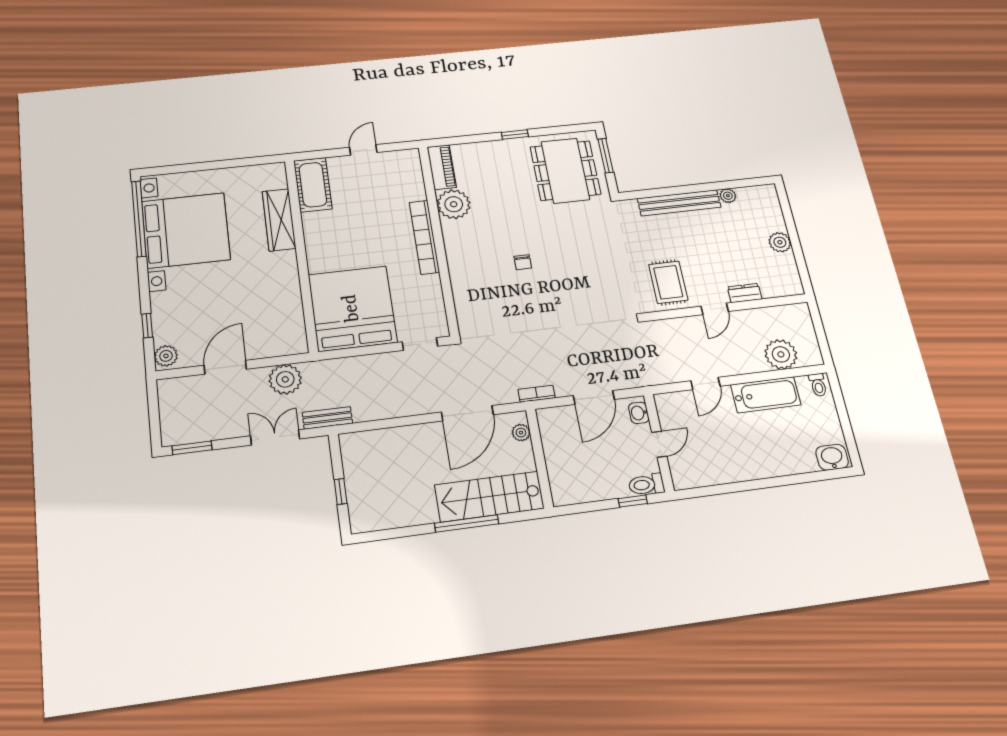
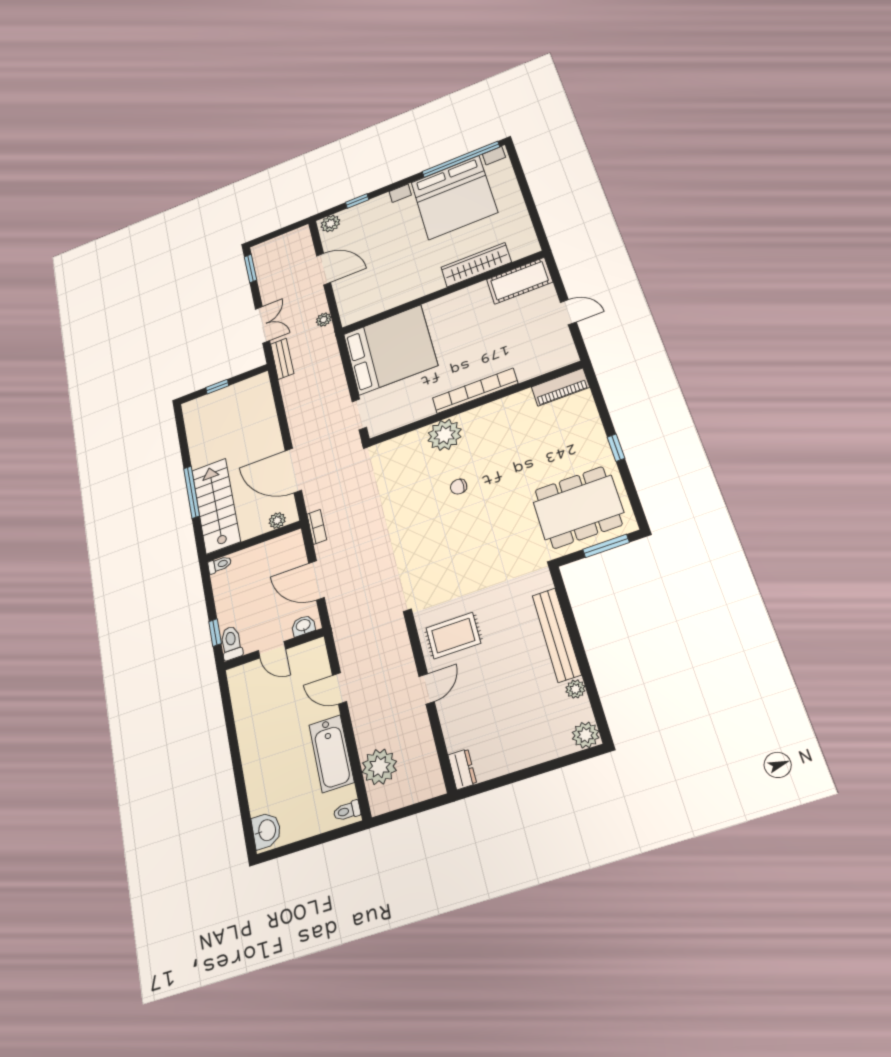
plant: (454, 204) -> (445, 435), moved
plant: (780, 242) -> (586, 735), moved
dresser: (745, 293) -> (462, 769), moved
door: (715, 309) -> (427, 689), swing flipped
plant: (285, 379) -> (324, 320), width x0.53, depth x0.53
toilet: (559, 494) -> (220, 565), added

